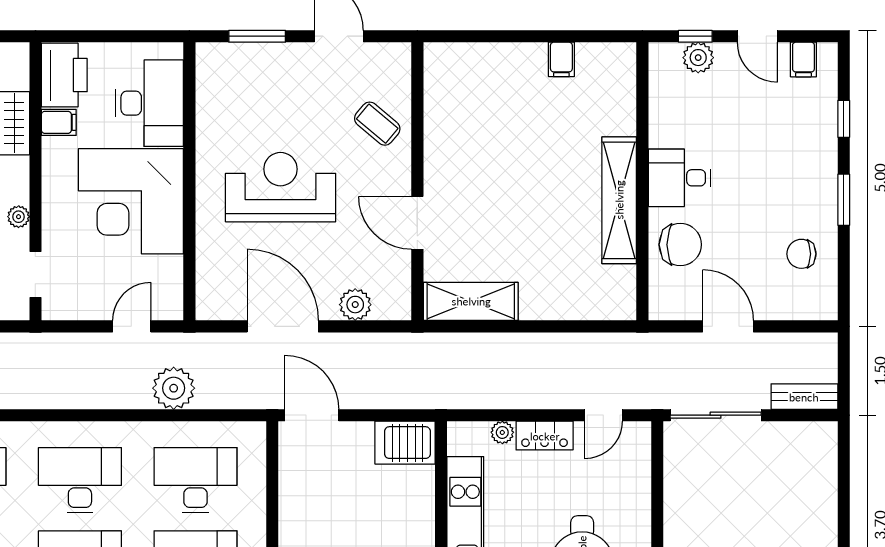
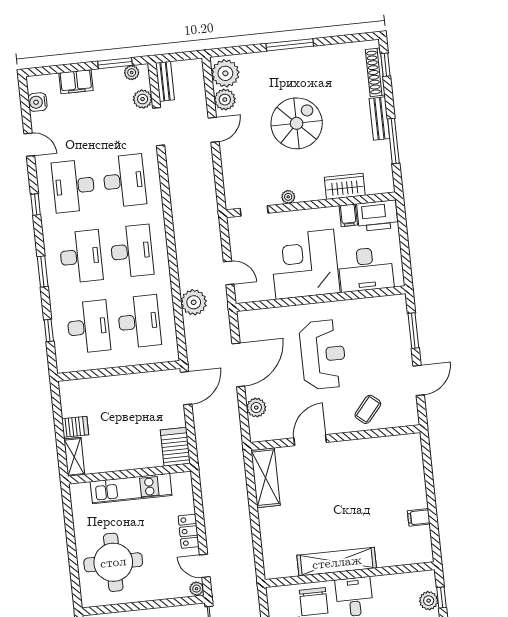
plant: (502, 432) -> (197, 589), moved

